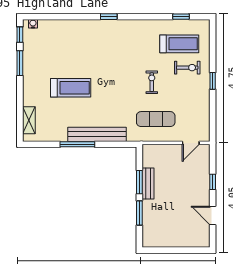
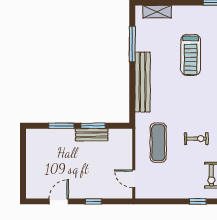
window: (77, 144) -> (132, 44), moved

